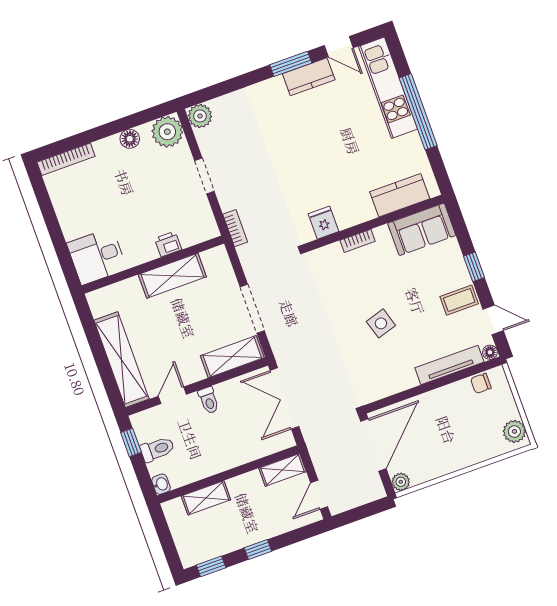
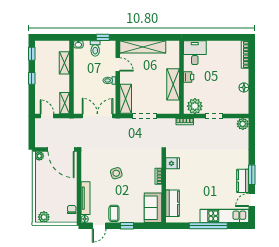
plant: (167, 132) -> (195, 106), moved
printer: (168, 244) -> (189, 77), moved

